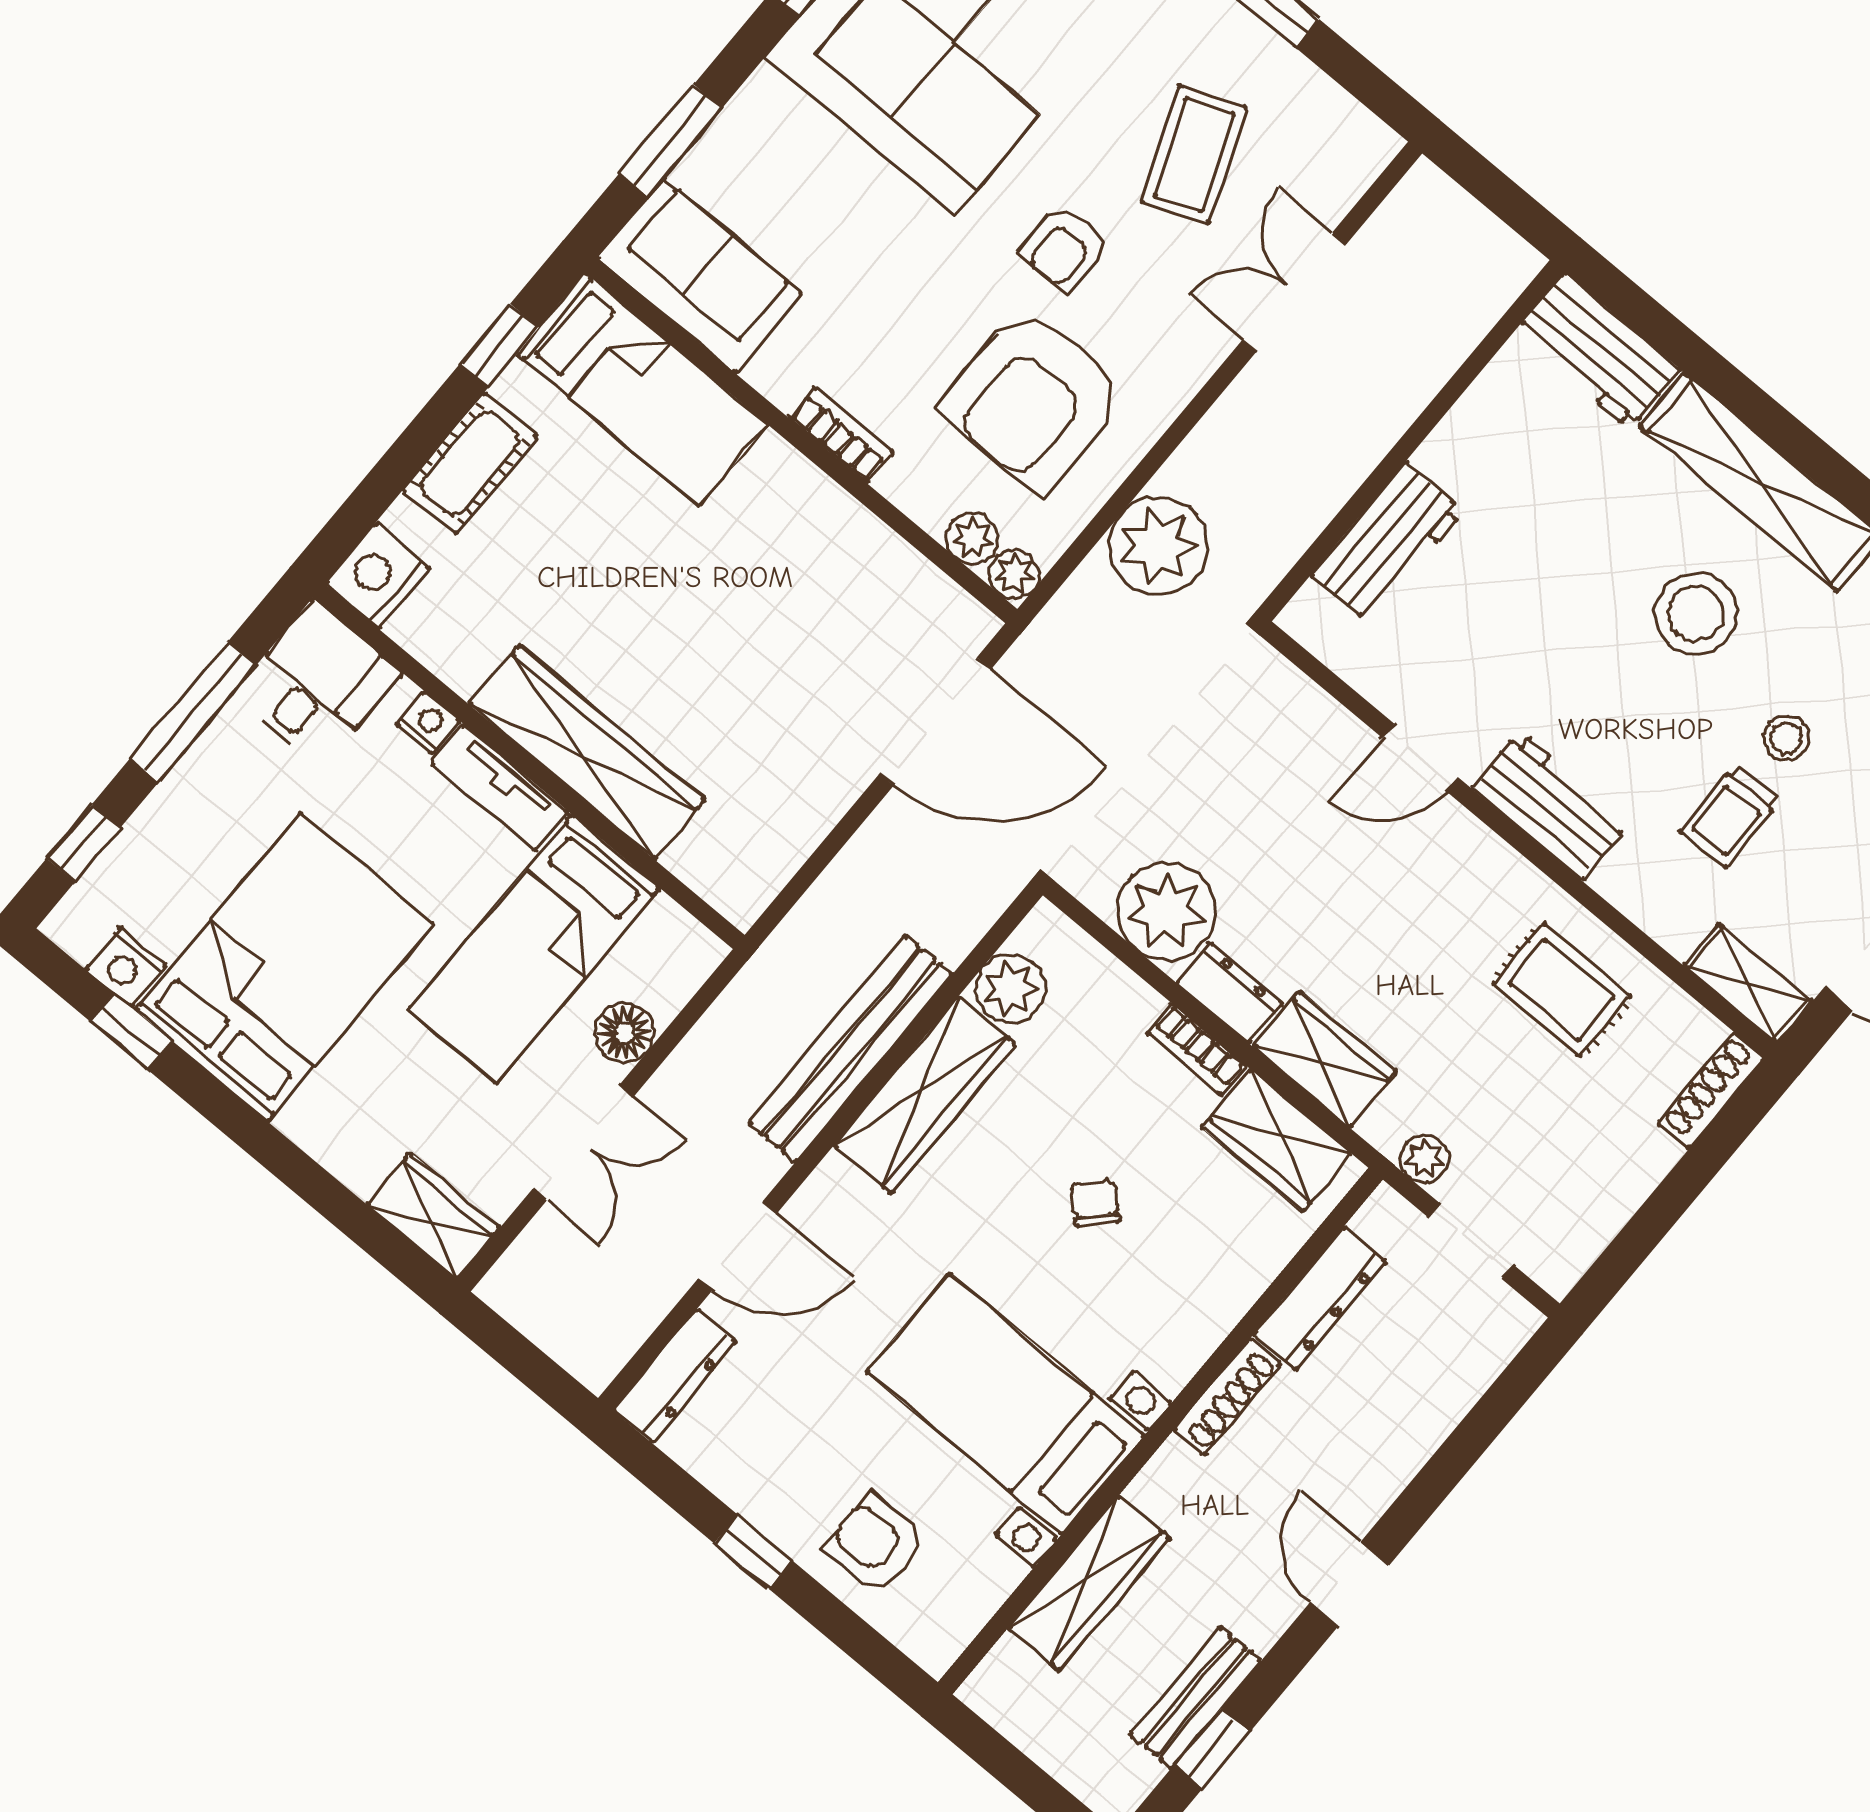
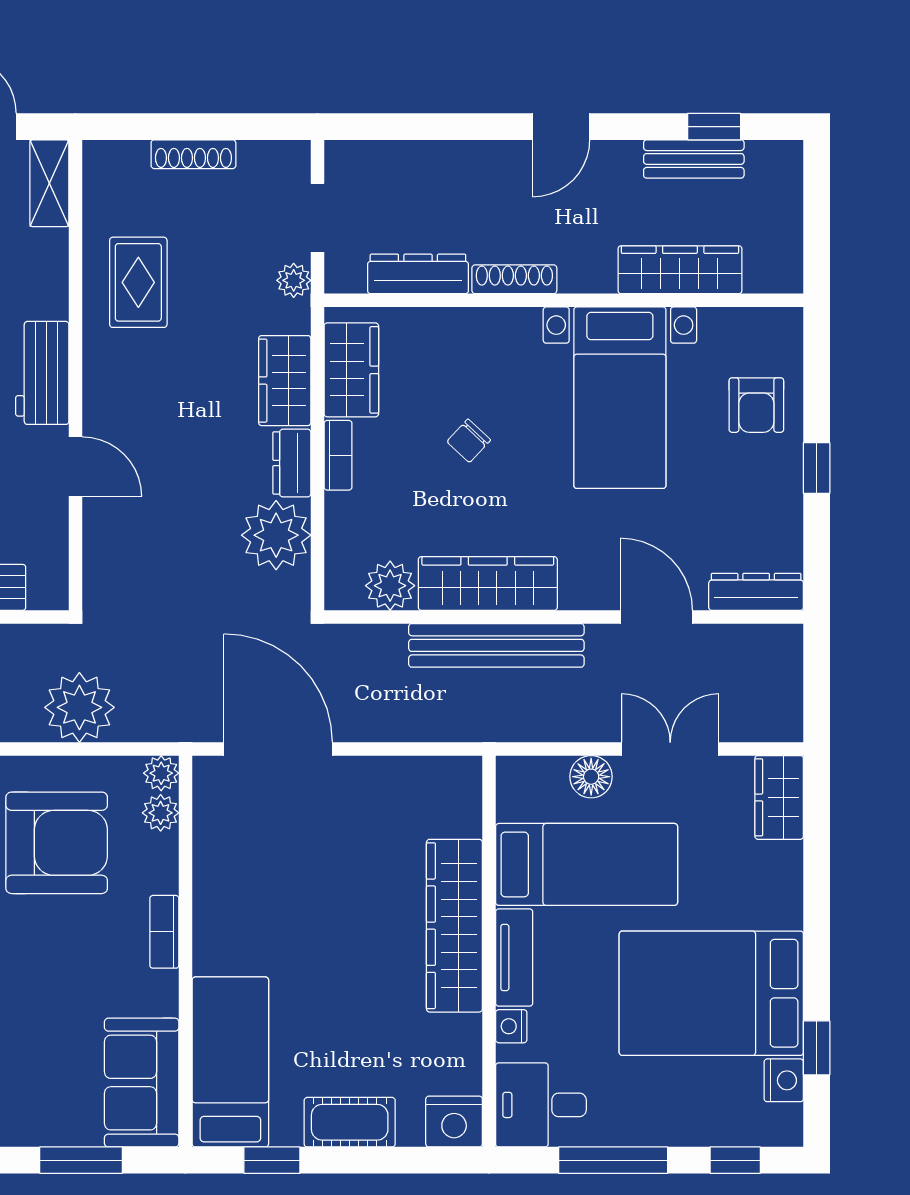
shoe rack: (1712, 1091) -> (193, 154), moved

